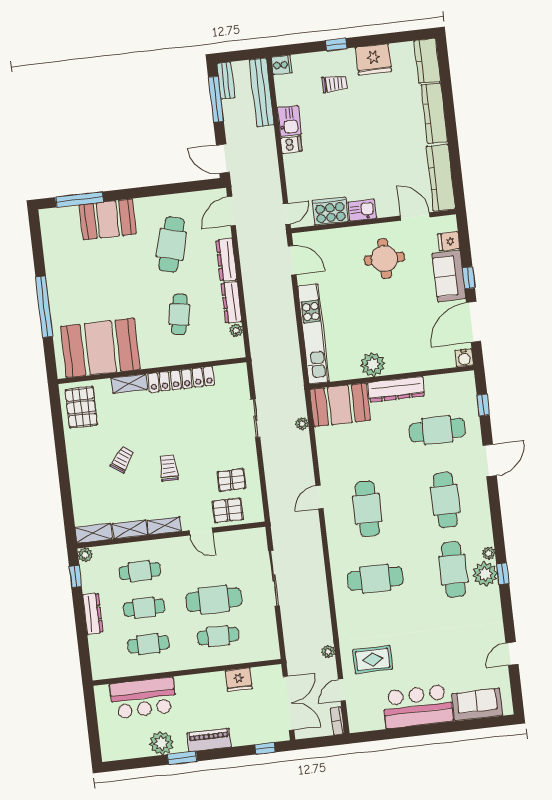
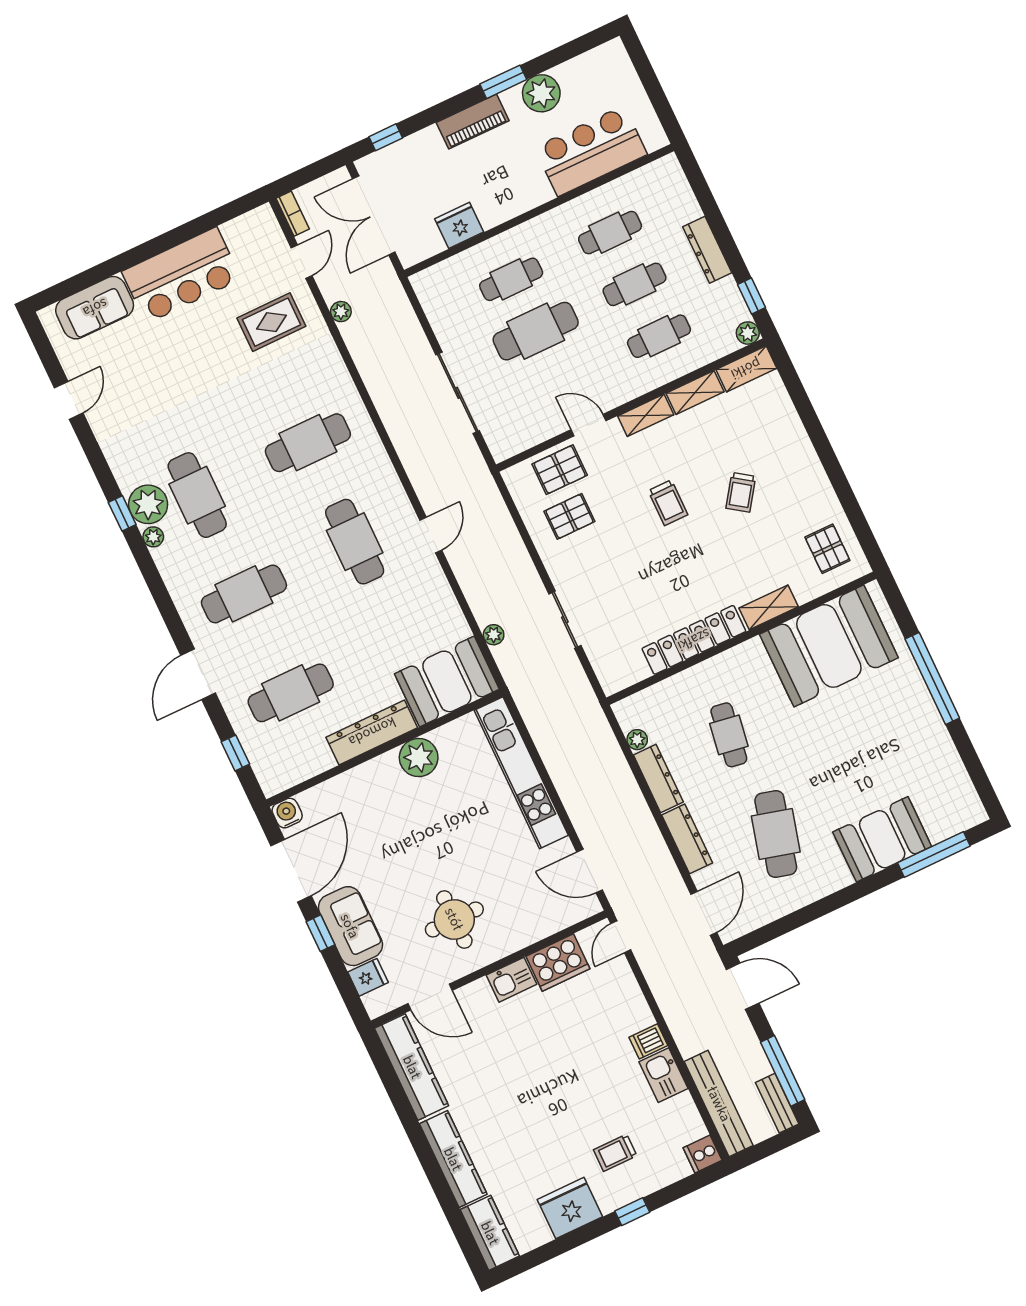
pallet: (81, 407) -> (827, 549), width x0.67, depth x0.71
cafe table: (445, 500) -> (244, 594), turned 90

